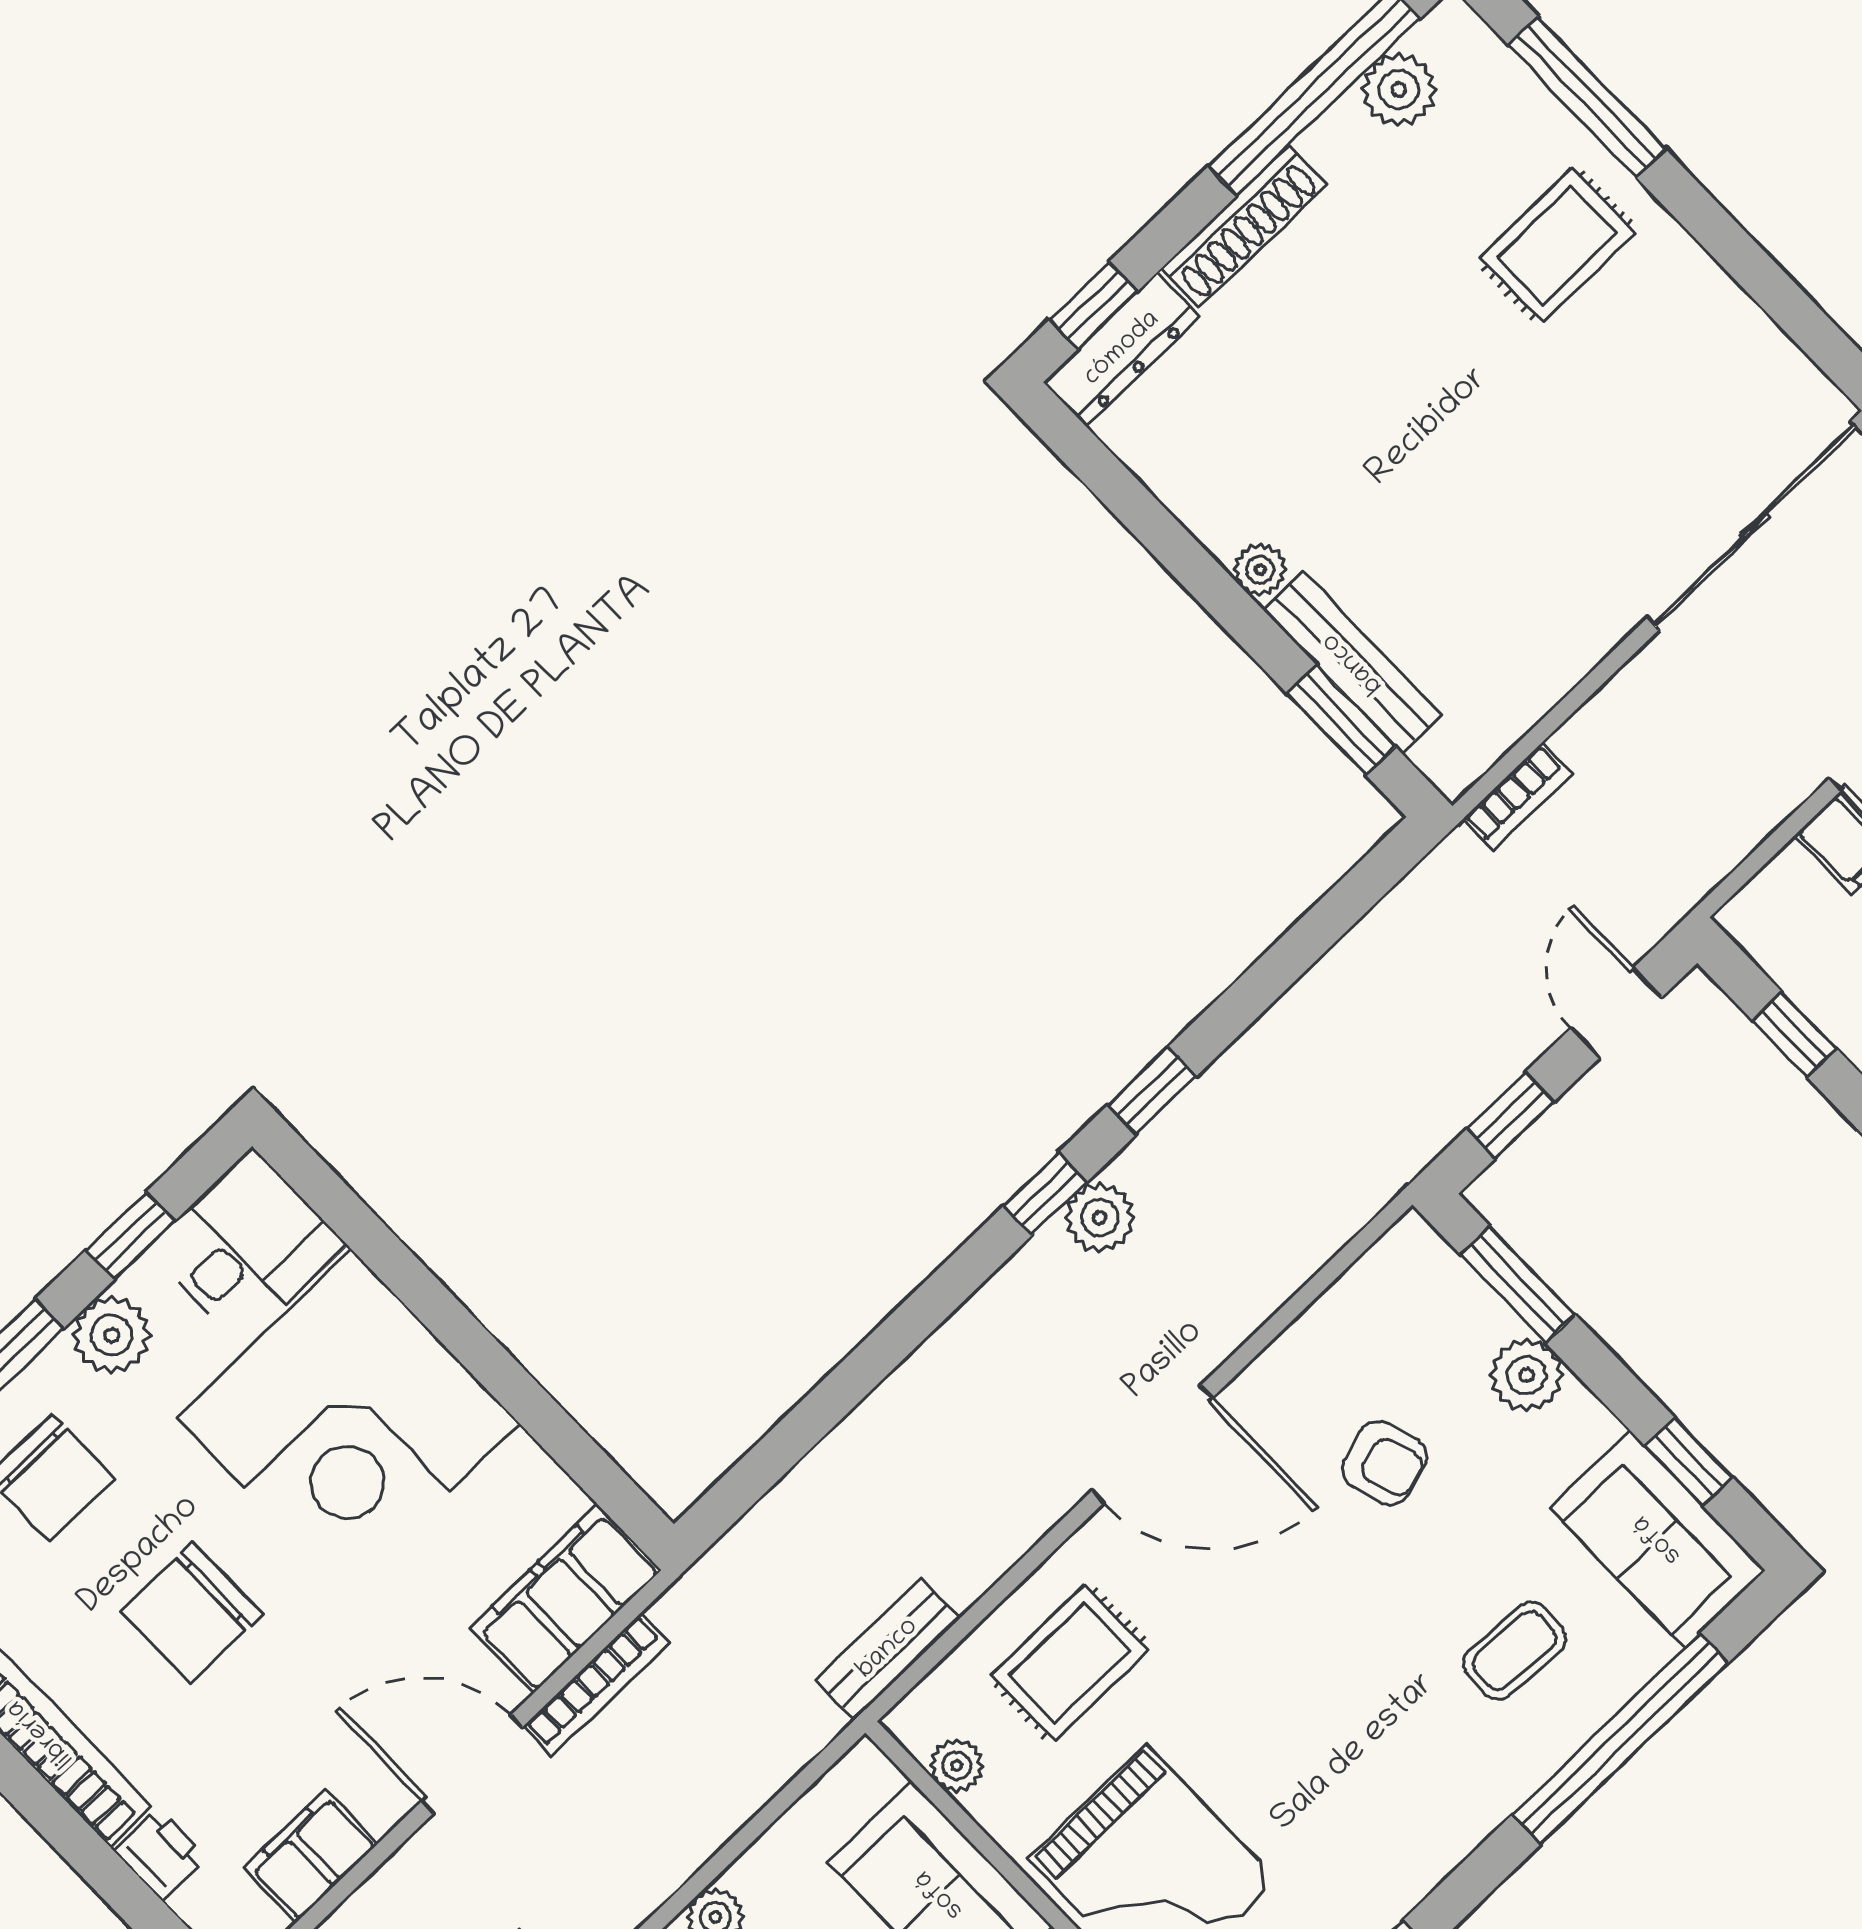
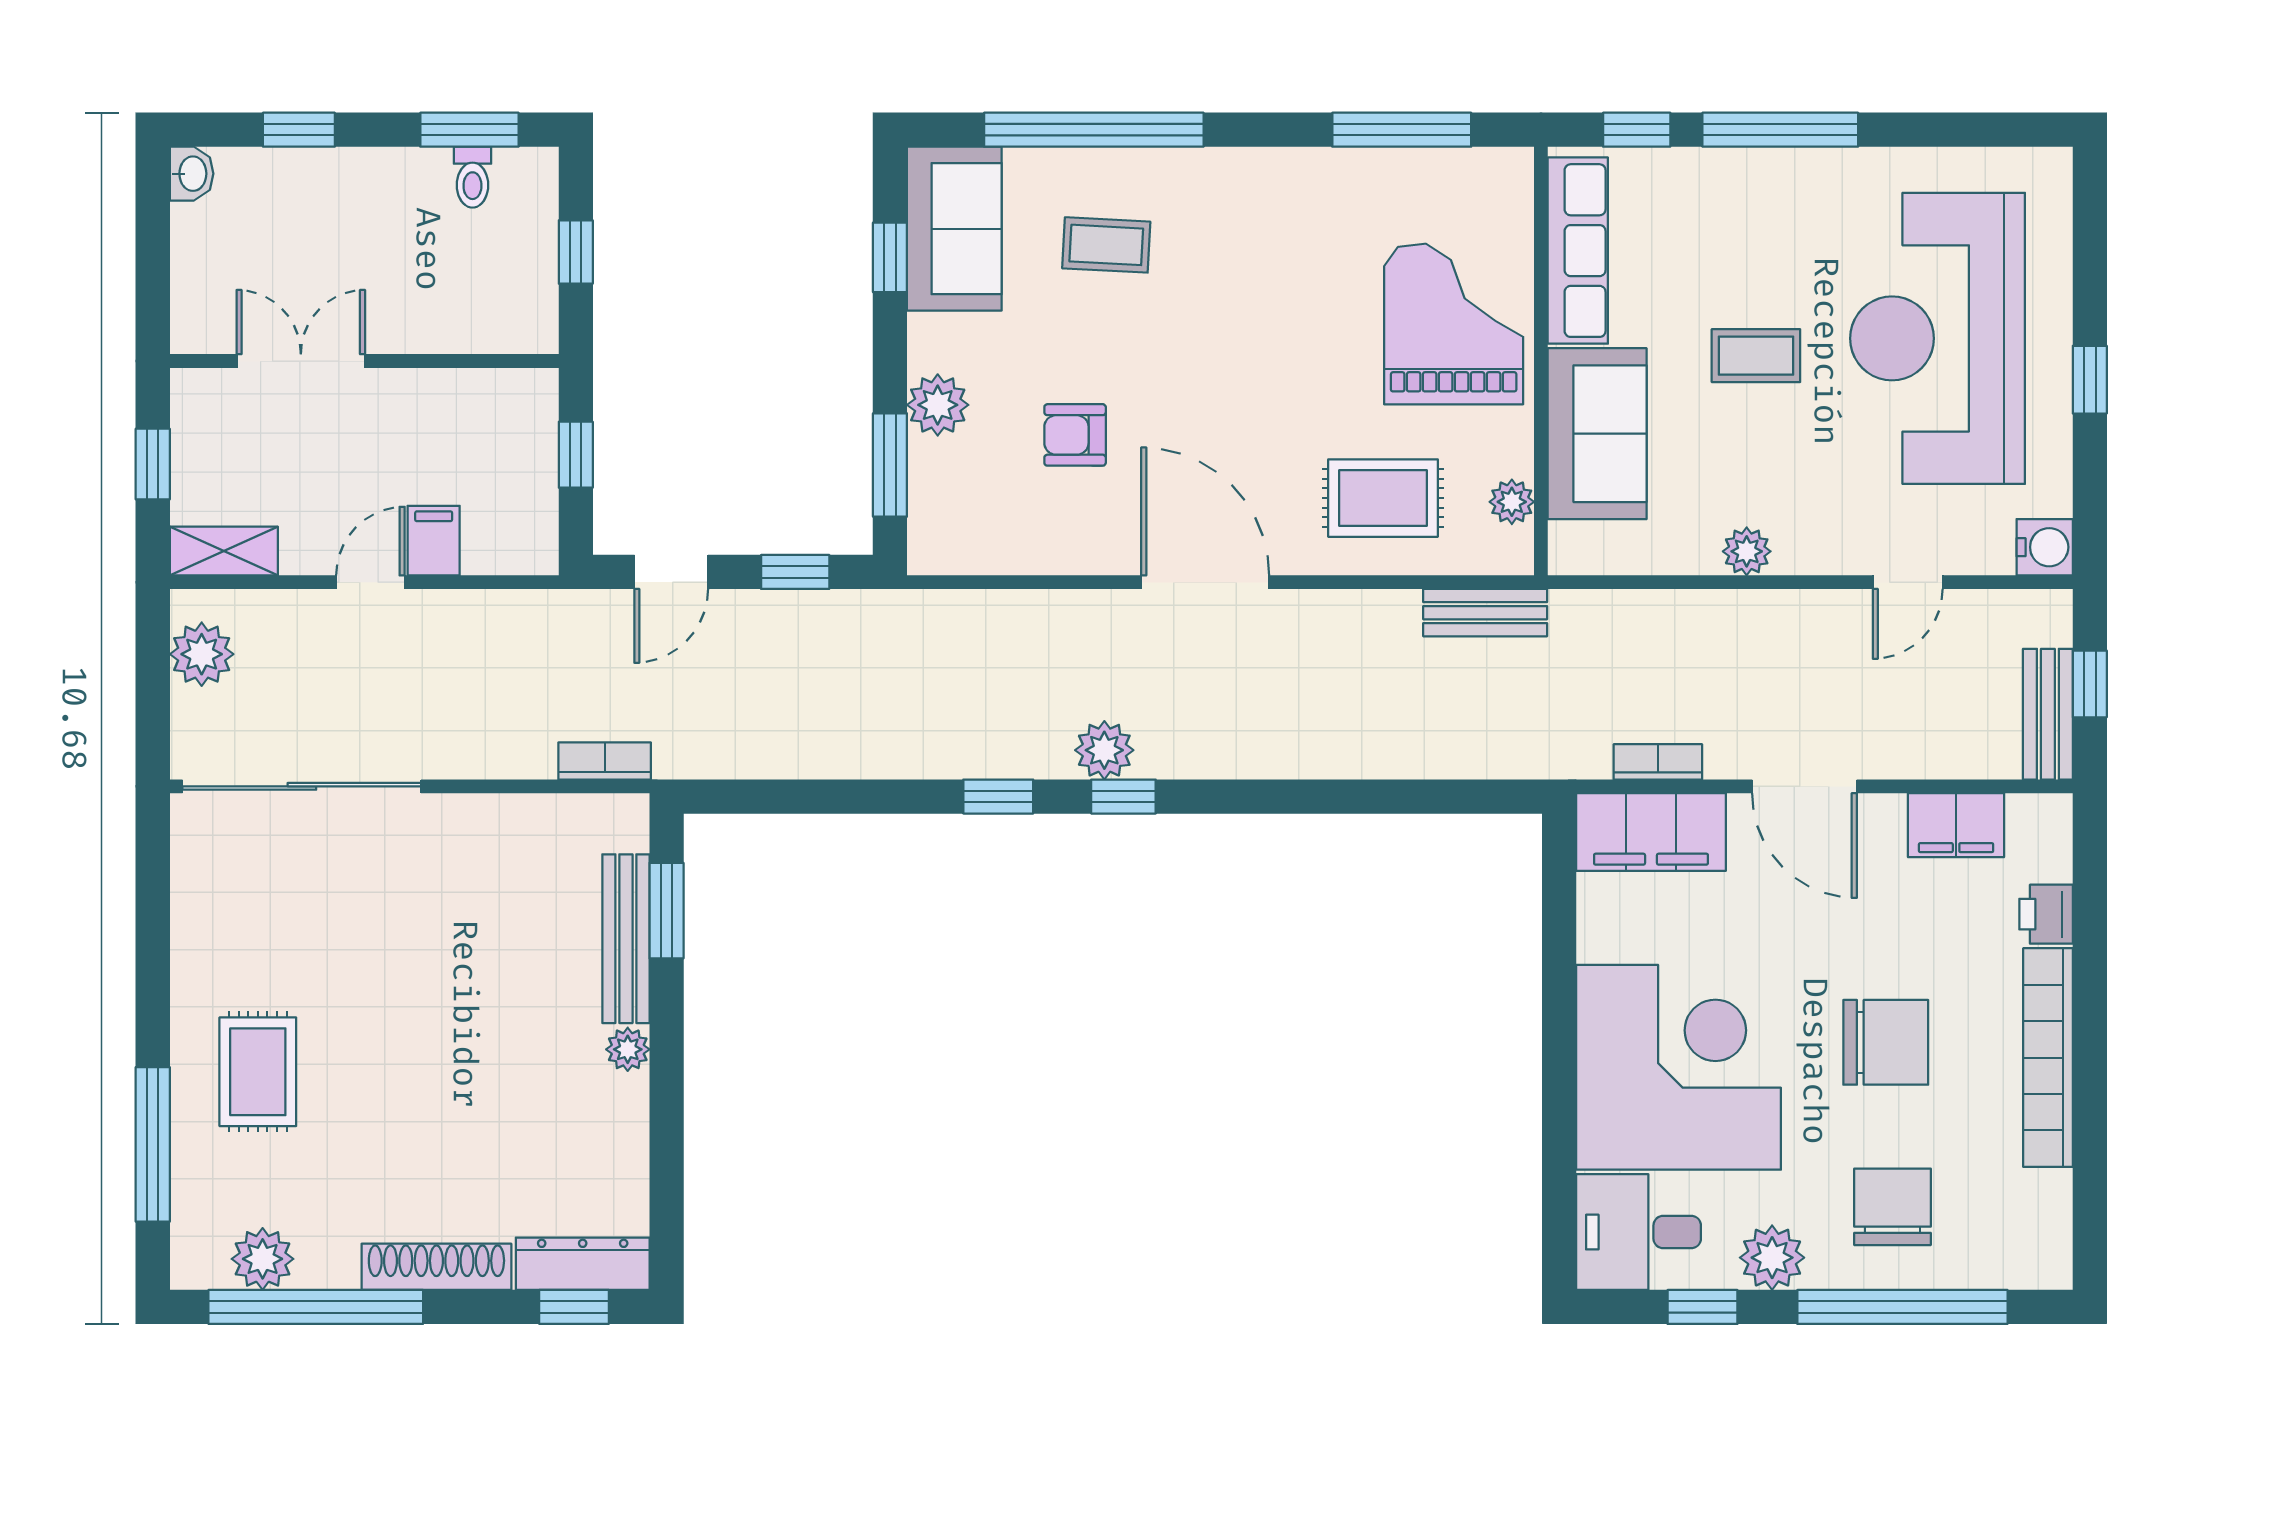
rug: (1557, 245) -> (258, 1072), turned 90
armchair: (1385, 1463) -> (1075, 435), turned -73
bookcase: (596, 1685) -> (1658, 762), width x0.64

